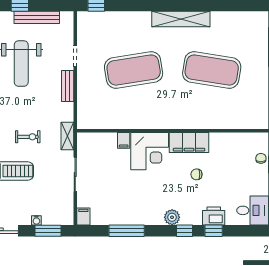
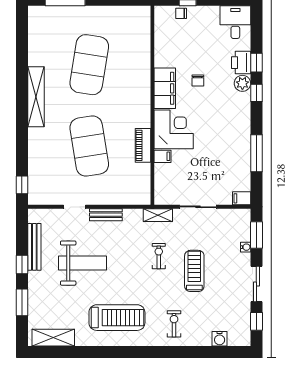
piano: (134, 122) -> (143, 145), added
plant: (172, 217) -> (242, 83), moved

